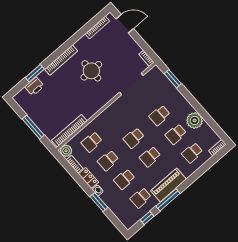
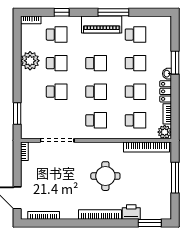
round table: (91, 71) -> (105, 176), moved
window: (35, 73) -> (150, 223), moved
printer: (34, 86) -> (131, 212), moved
school desk: (117, 119) -> (96, 120), added
window: (147, 218) -> (62, 12), moved

